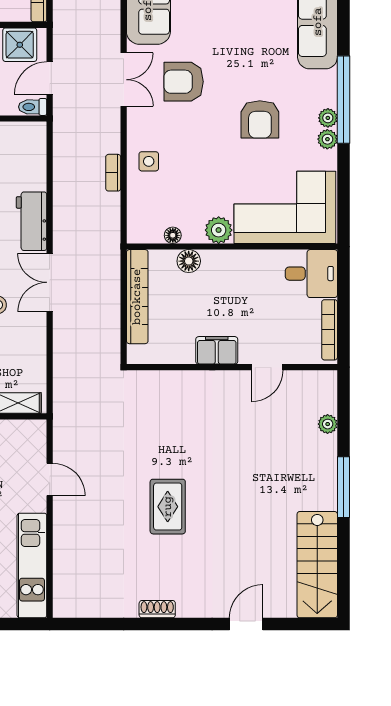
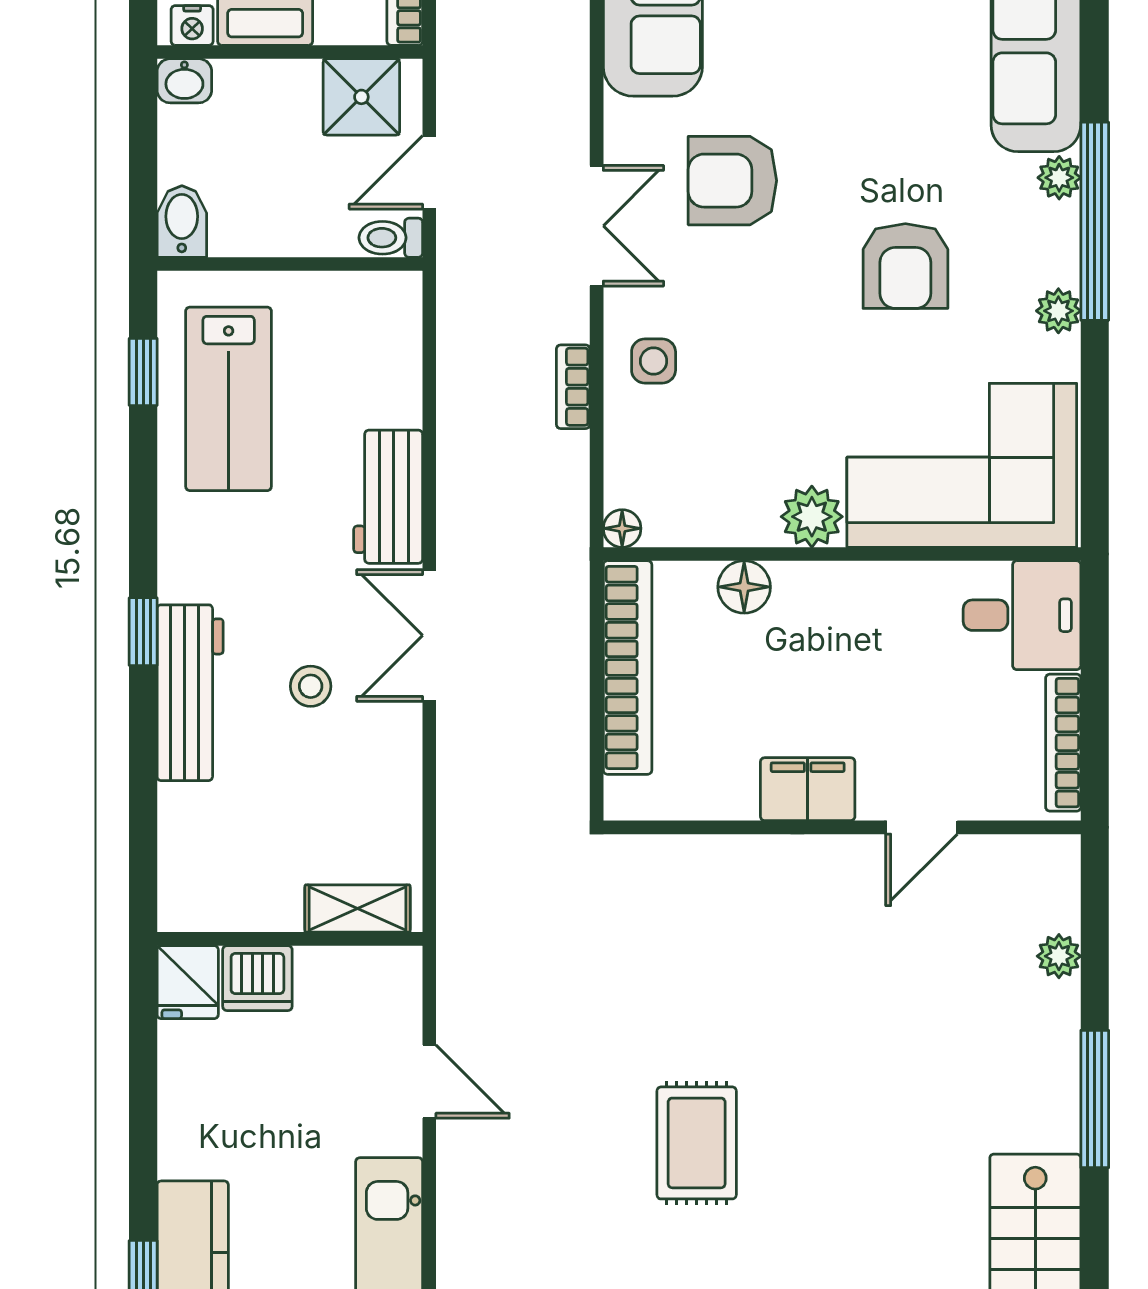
double door: (124, 80) -> (597, 226), moved
plant: (328, 118) -> (1059, 178), moved
floor lamp: (173, 235) -> (622, 528), moved

